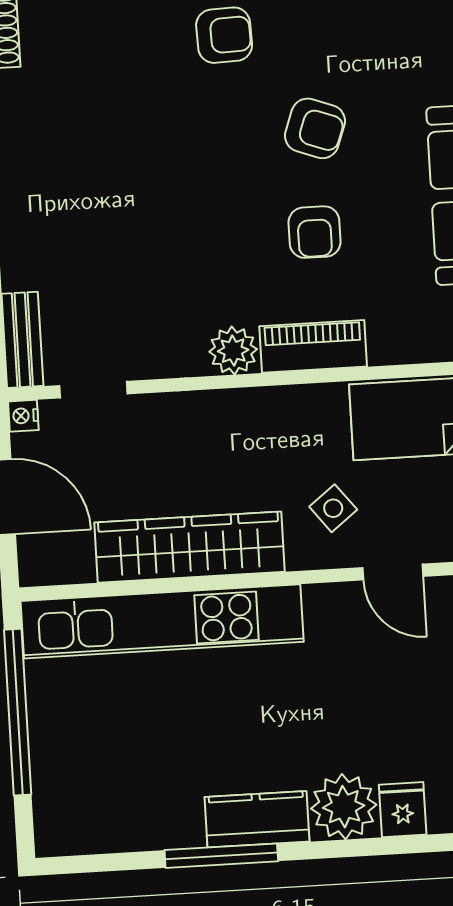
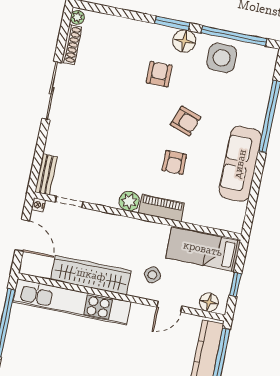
armchair: (224, 35) -> (159, 74), turned -88
door: (393, 572) -> (169, 307), hinge flipped

